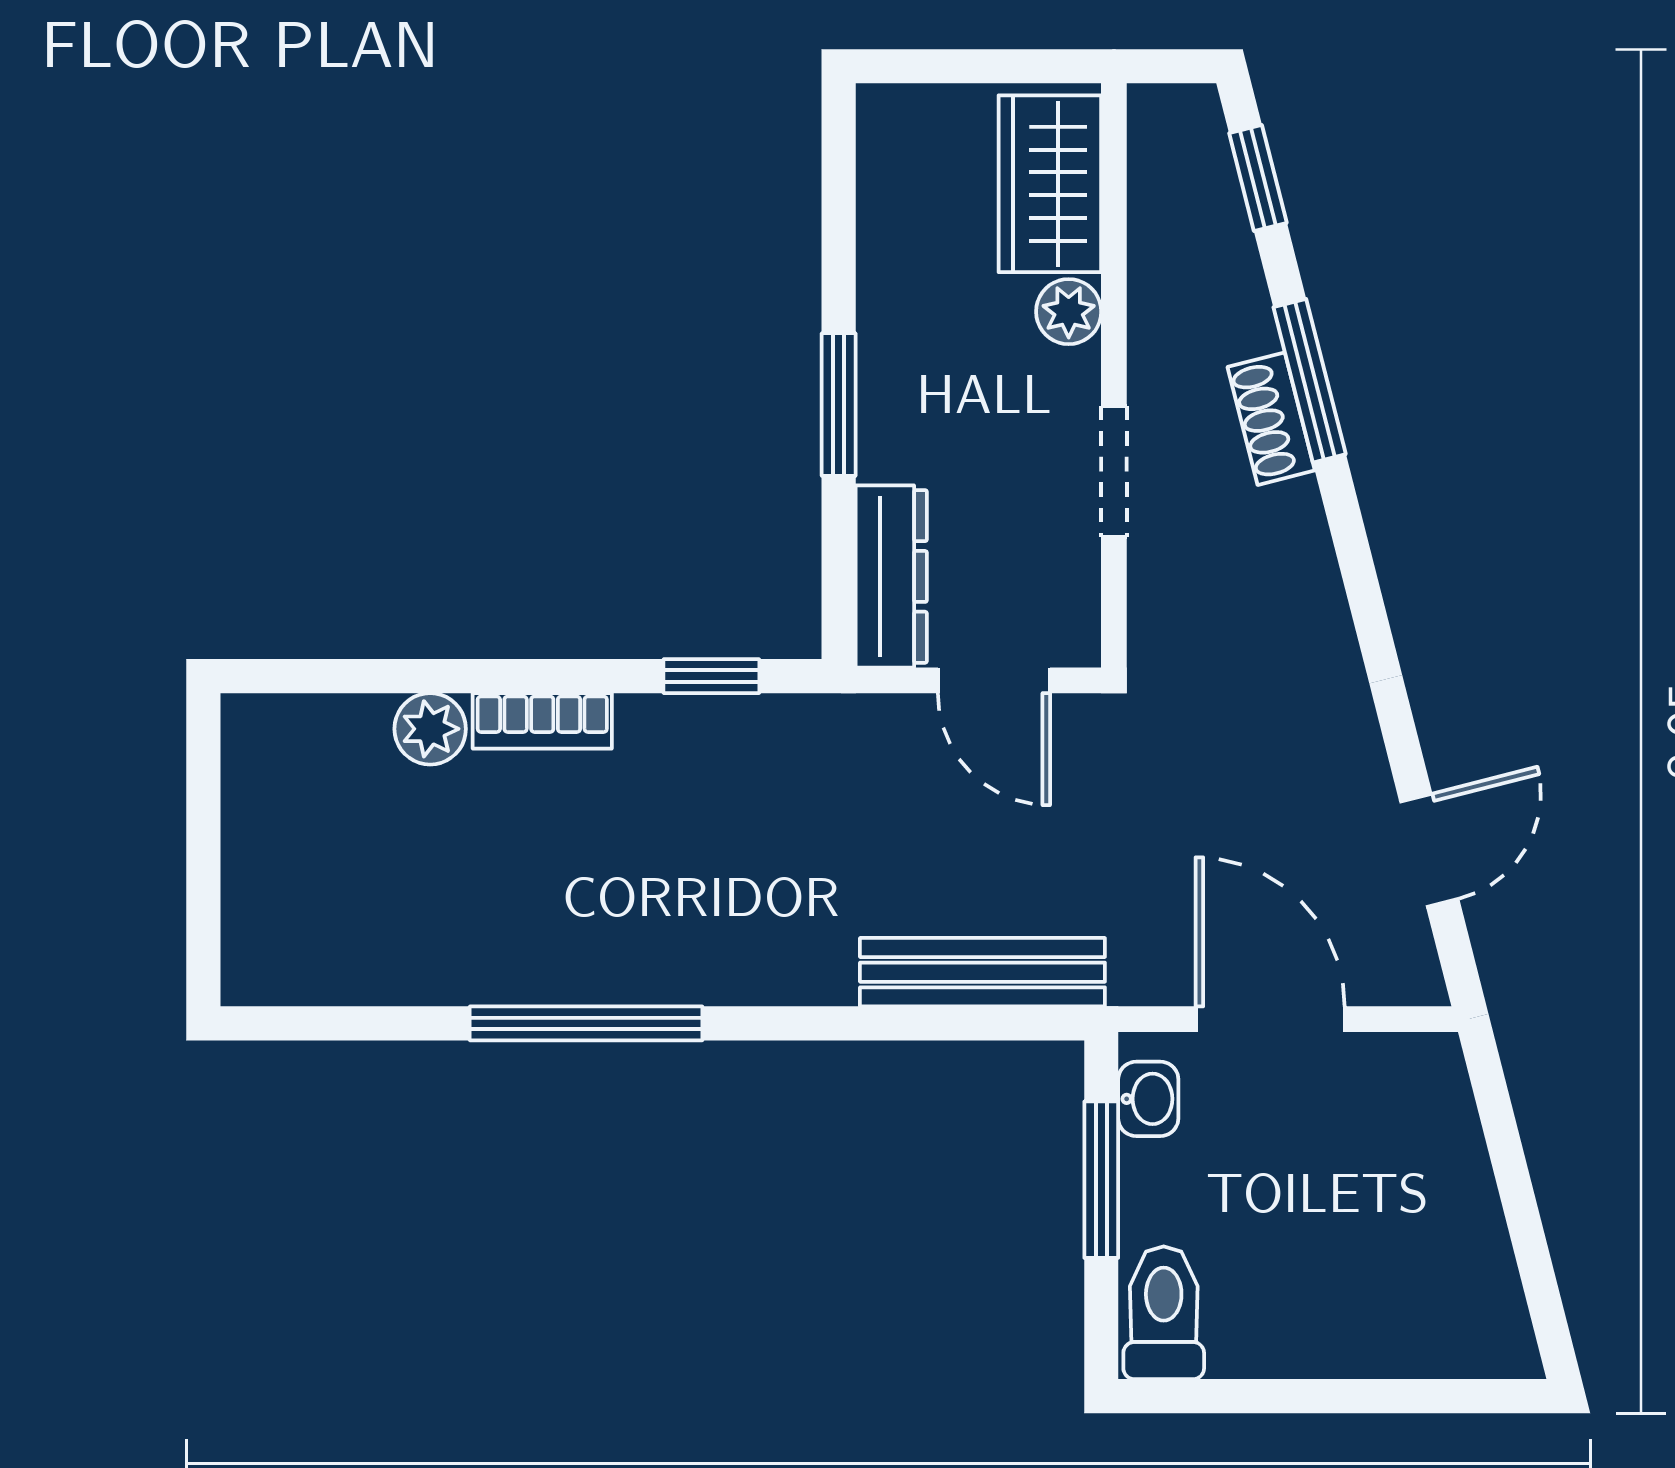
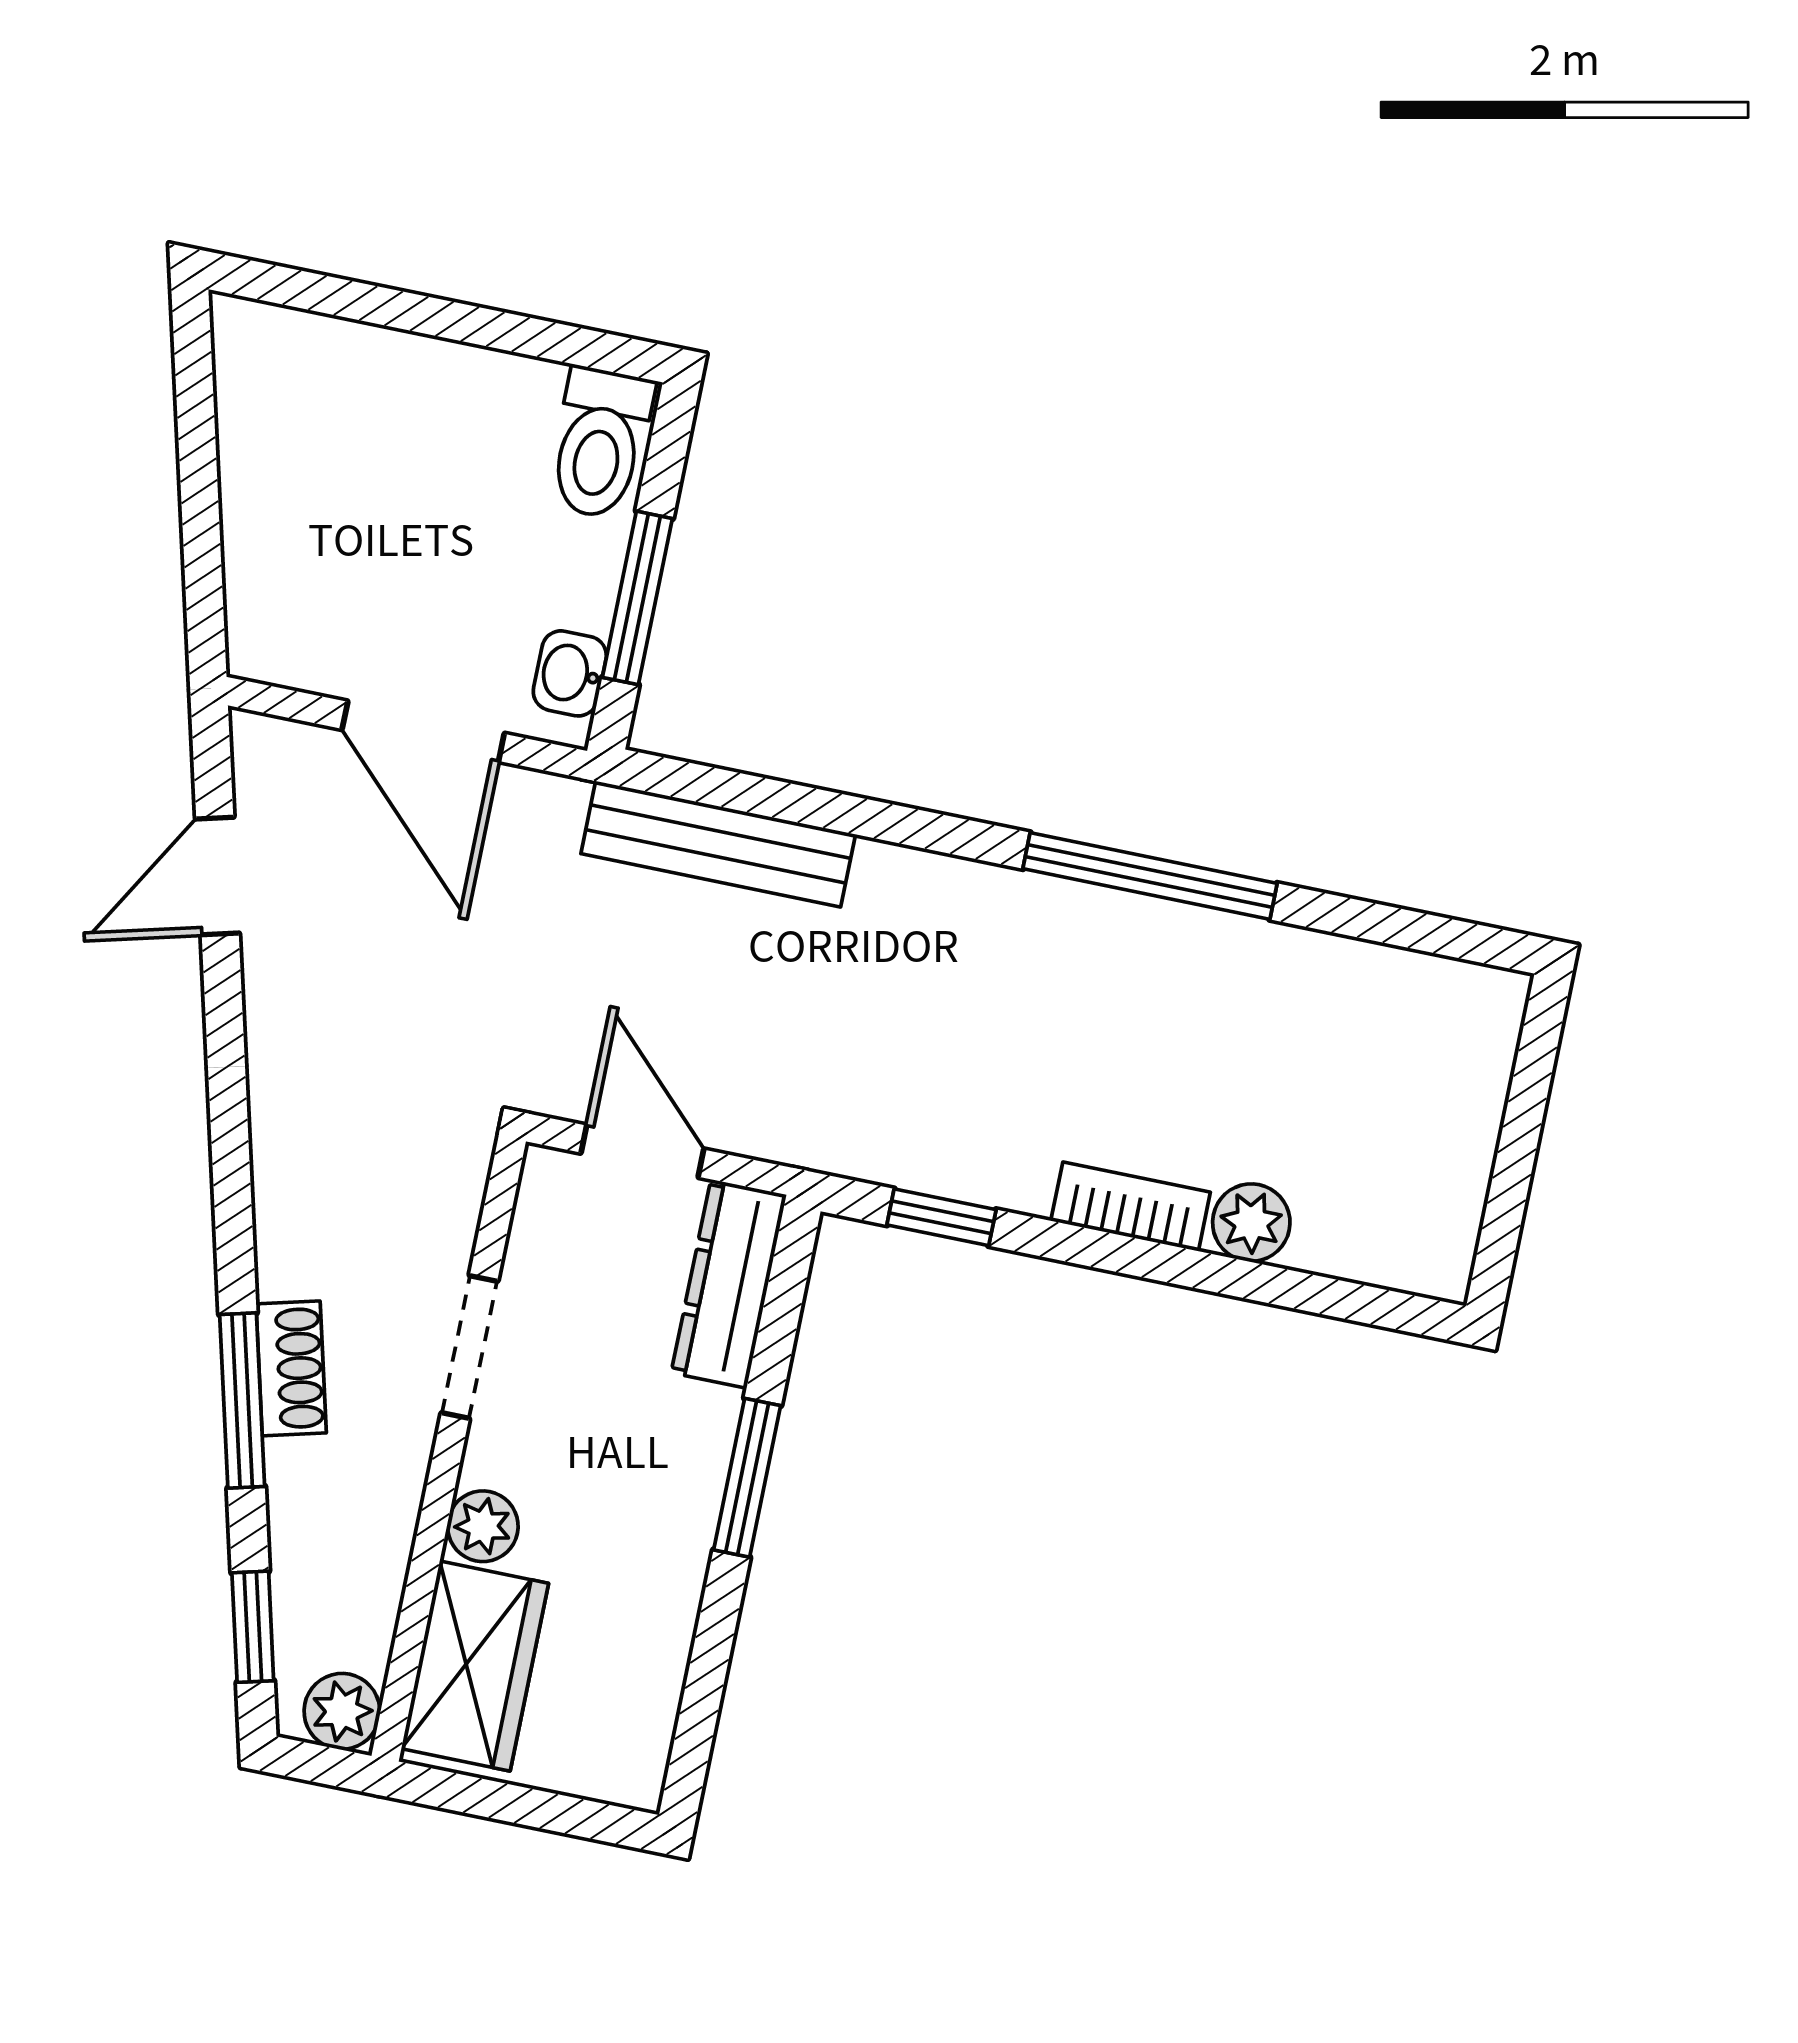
plant: (1162, 118) -> (342, 1711), added

